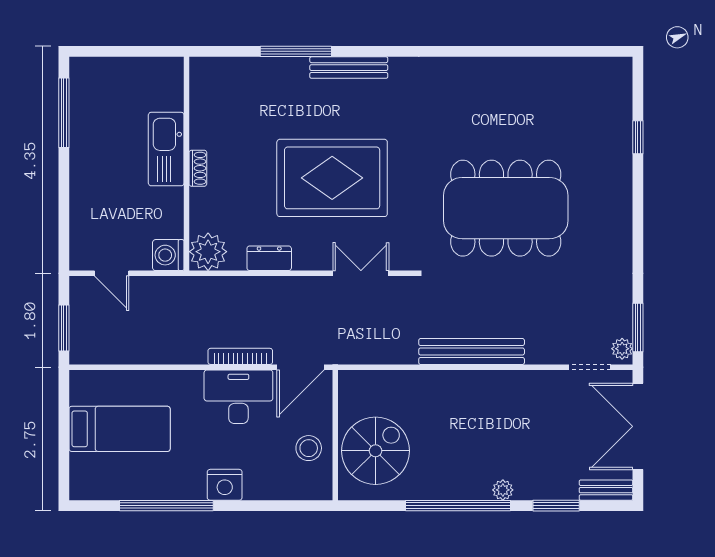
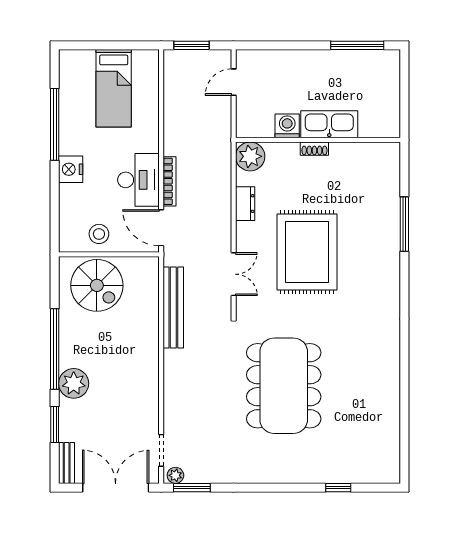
bench: (349, 68) -> (392, 265), removed
washing machine: (168, 255) -> (287, 126), moved
bench: (472, 351) -> (173, 307), moved
plant: (503, 490) -> (74, 383), width x1.88, depth x1.88

